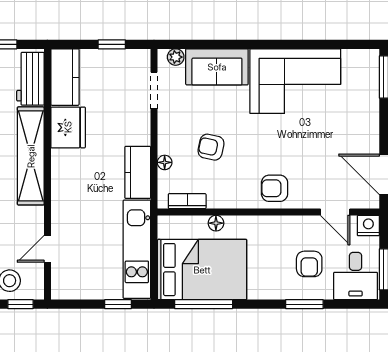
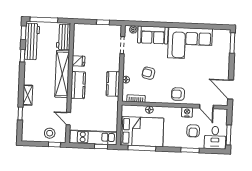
kitchen counter: (65, 77) -> (78, 85), moved
fridge: (68, 127) -> (78, 61), width x0.53, depth x0.75
nightstand: (368, 226) -> (187, 112), moved
door: (47, 249) -> (68, 119), hinge flipped
kitchen unit: (137, 249) -> (94, 137), moved, turned 90

